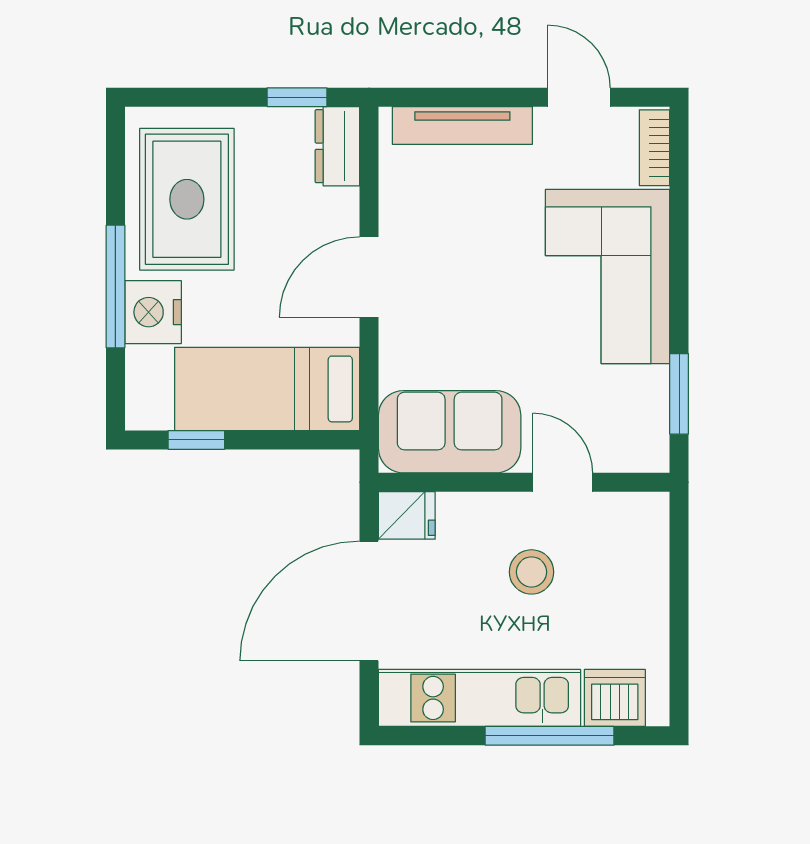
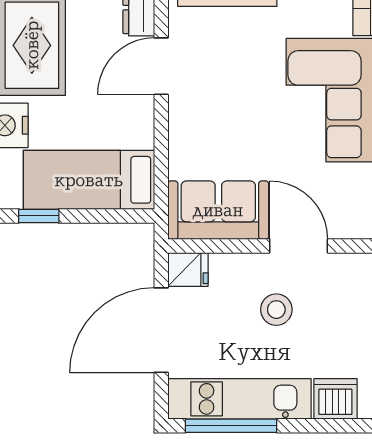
door: (369, 277) -> (161, 66), moved
door: (563, 482) -> (299, 246), width x1.38
window: (550, 736) -> (231, 426), moved

